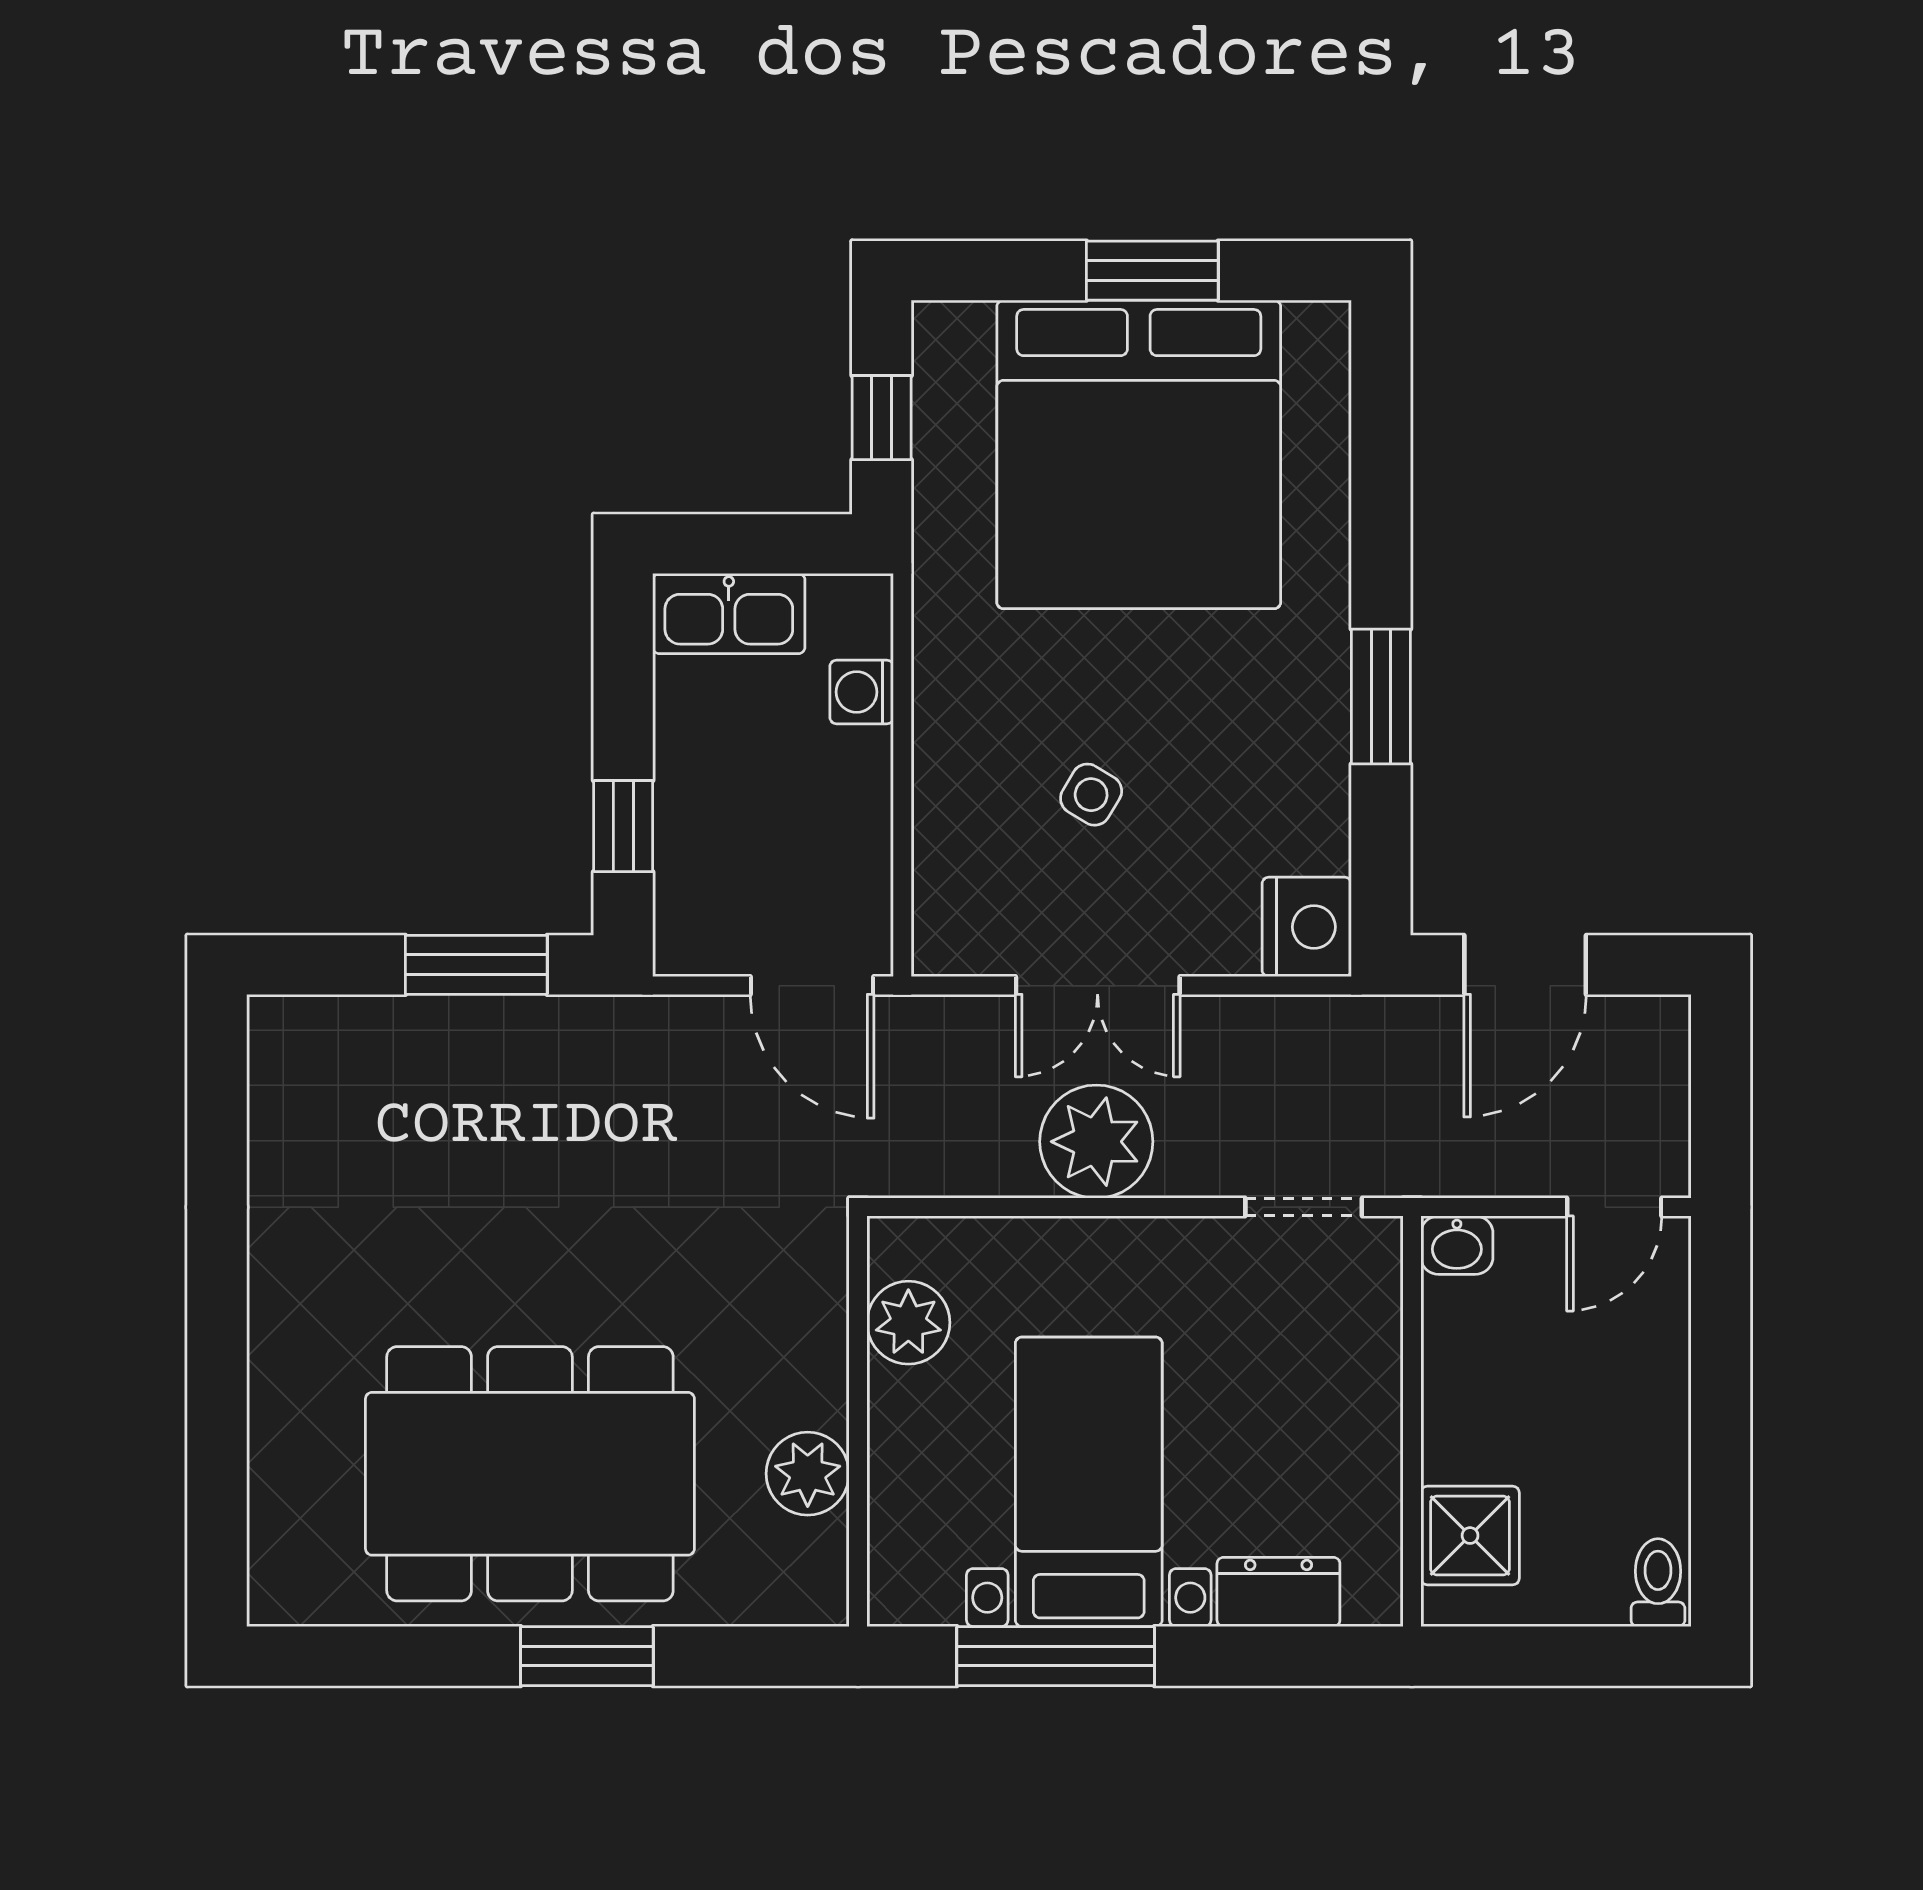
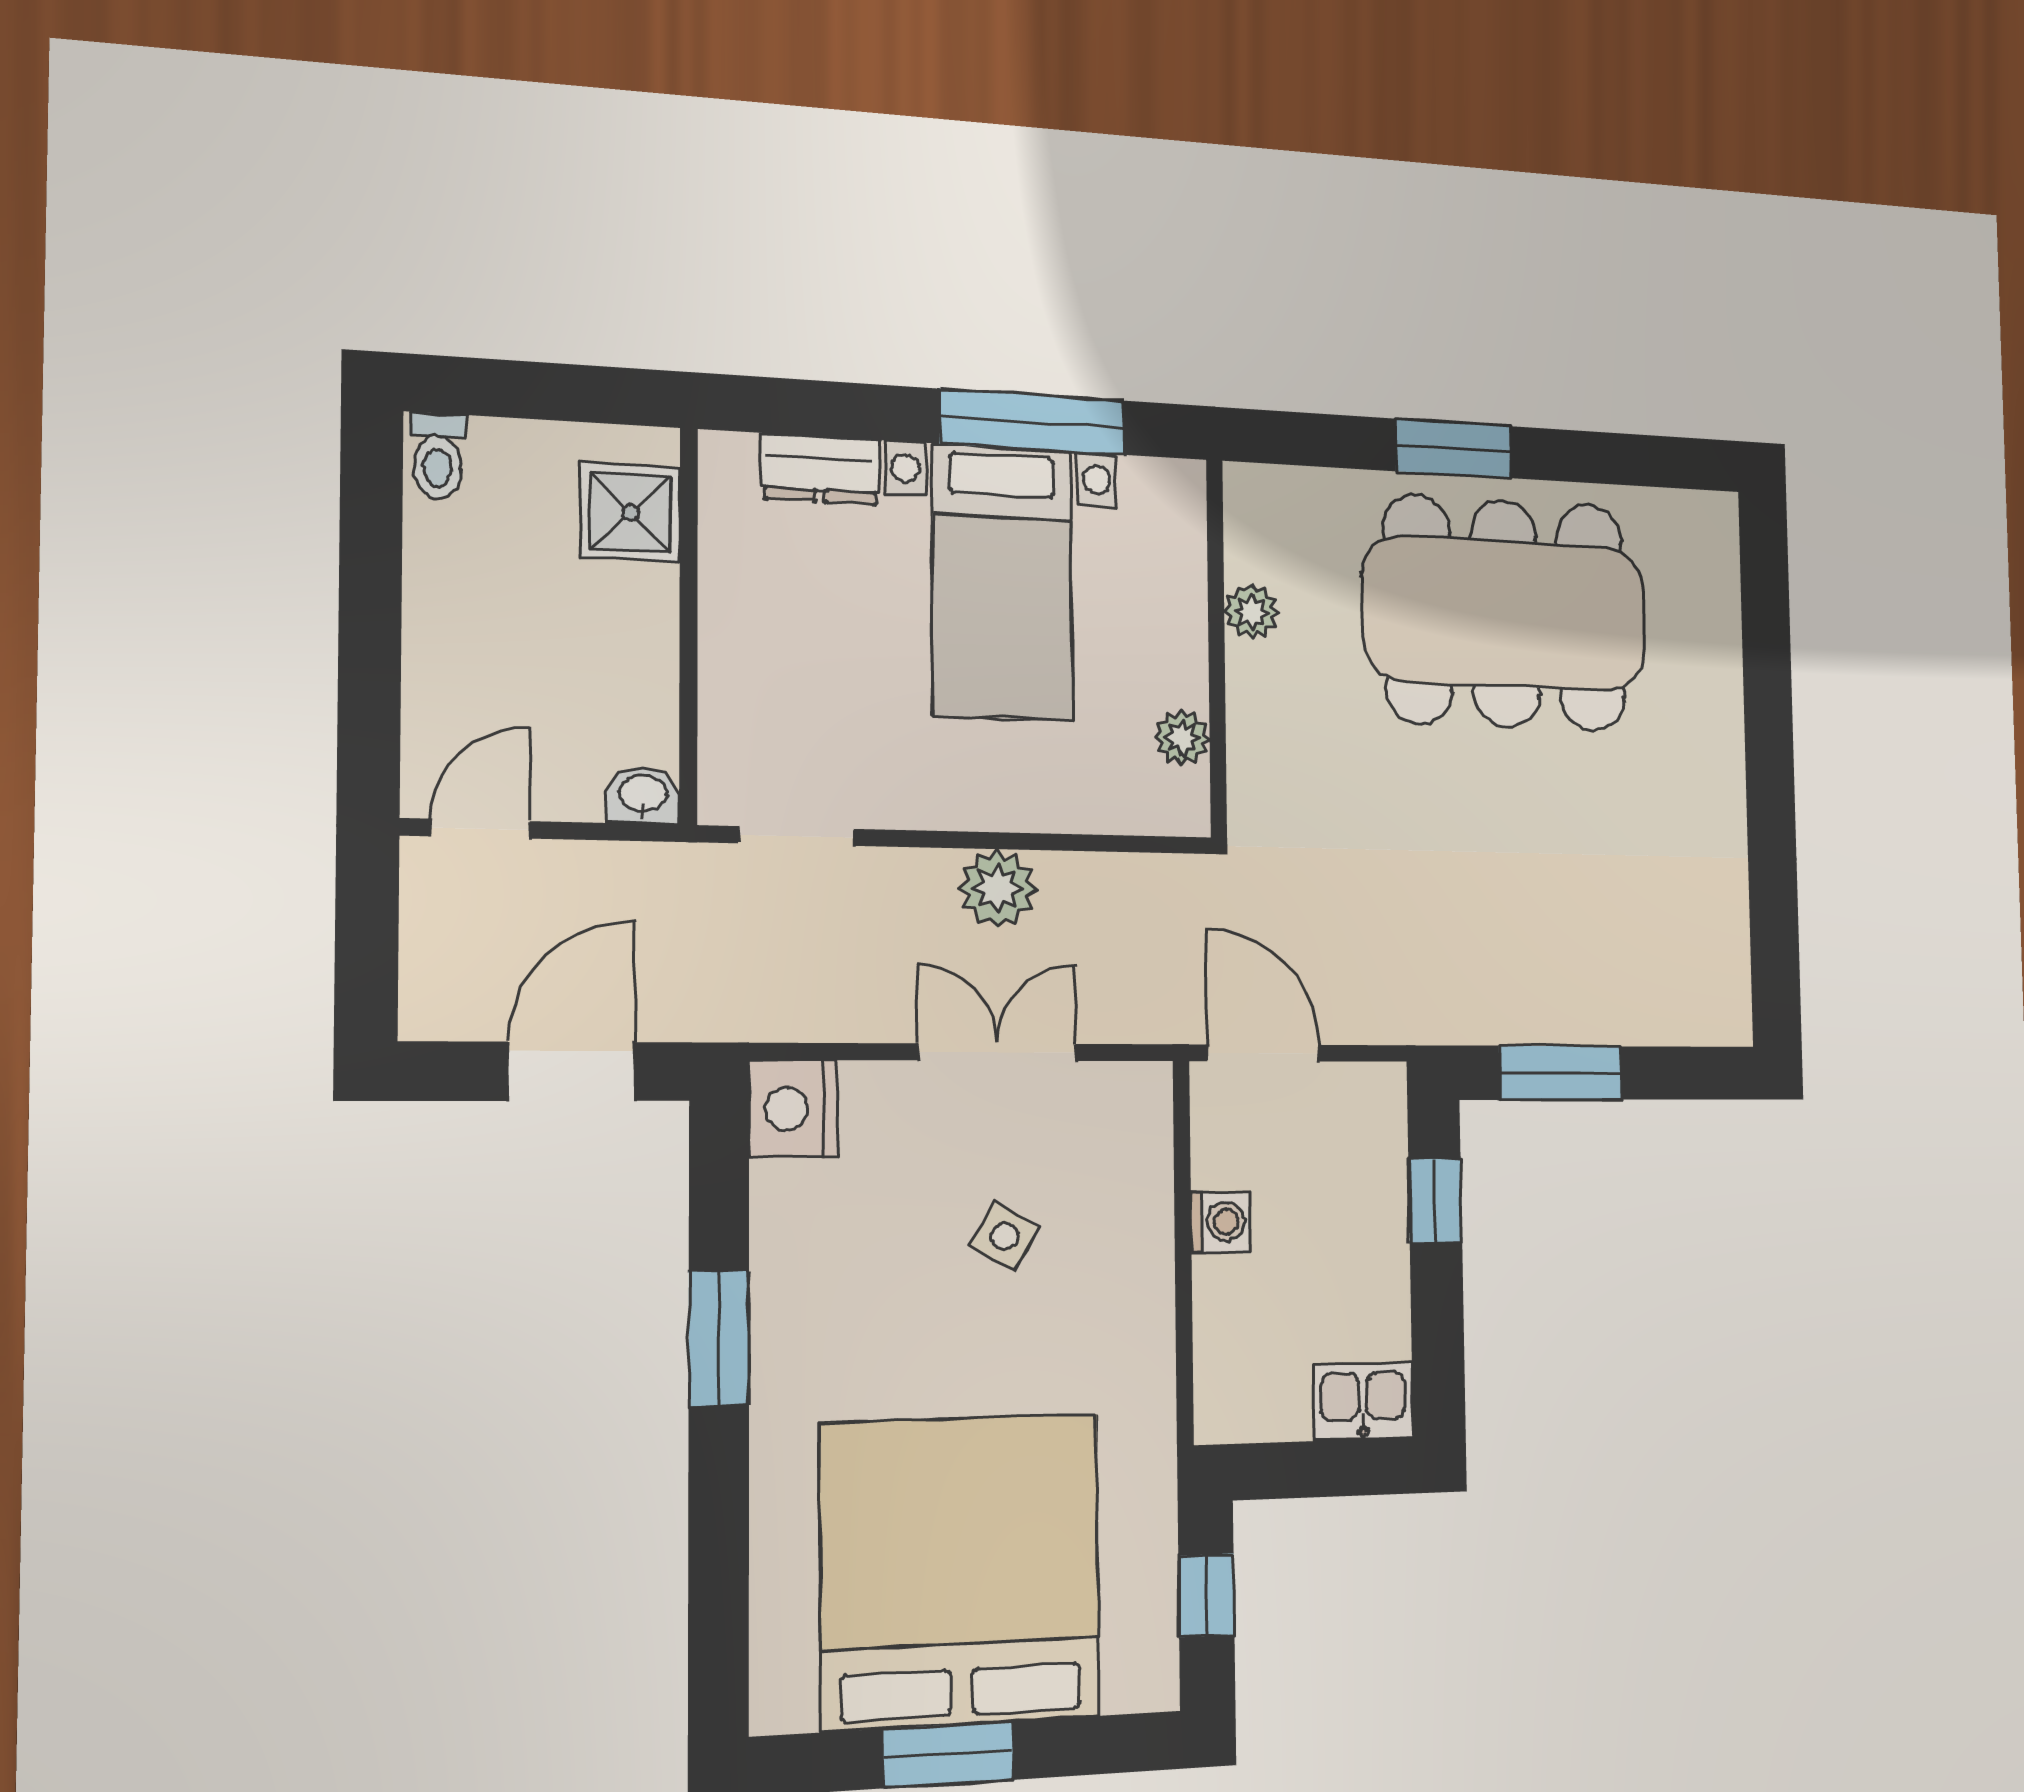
kitchen sink: (729, 614) -> (1363, 1401), width x0.73
washing machine: (862, 692) -> (1220, 1222), moved
plant: (1096, 1142) -> (997, 889), width x0.73, depth x0.73
plant: (908, 1323) -> (1182, 738), width x0.73, depth x0.73
plant: (808, 1474) -> (1251, 612), width x0.73, depth x0.73

